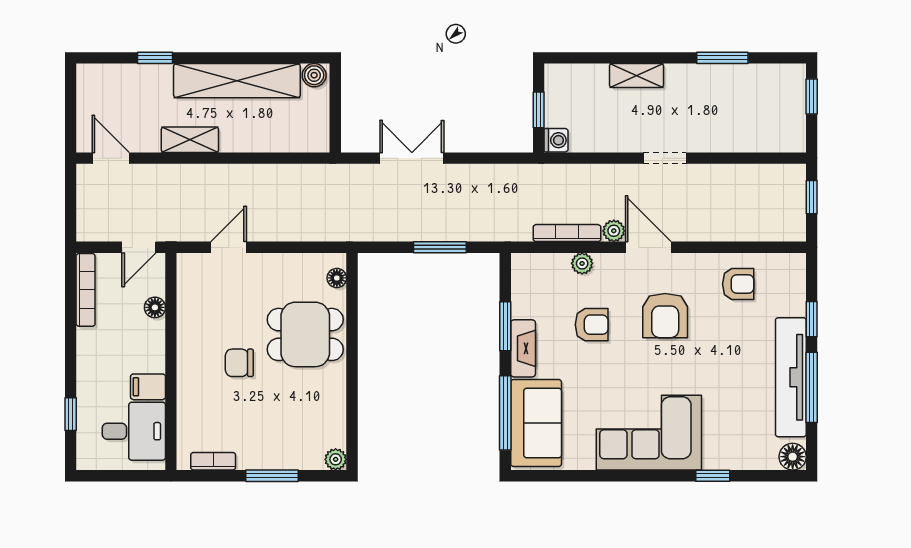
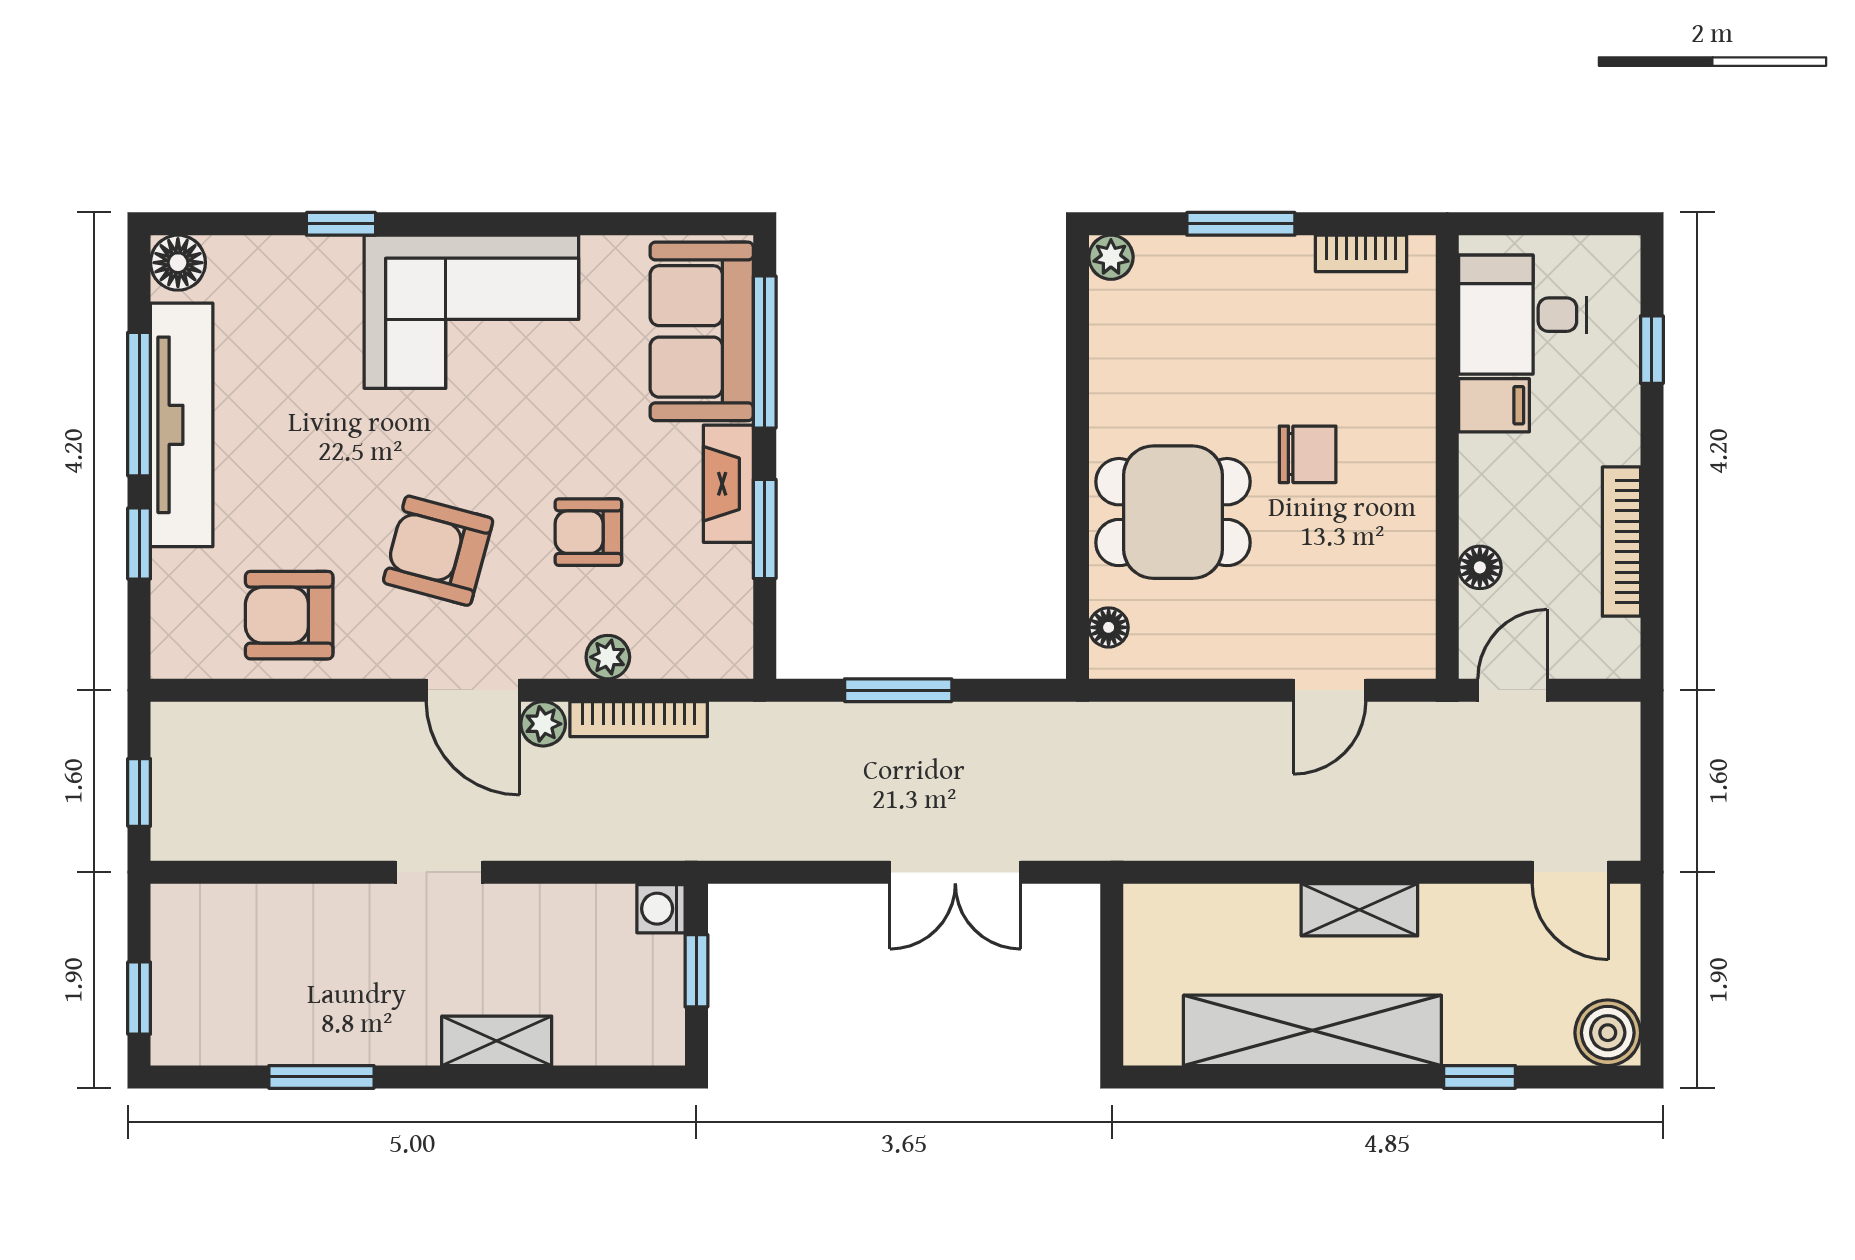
boiler: (314, 75) -> (1608, 1033), moved, width x1.36, depth x1.36
shelving: (190, 140) -> (1359, 910), moved
armchair: (738, 284) -> (289, 615), width x1.38, depth x1.38
bookcase: (86, 290) -> (1621, 542), moved
armchair: (665, 316) -> (438, 551), turned -75

